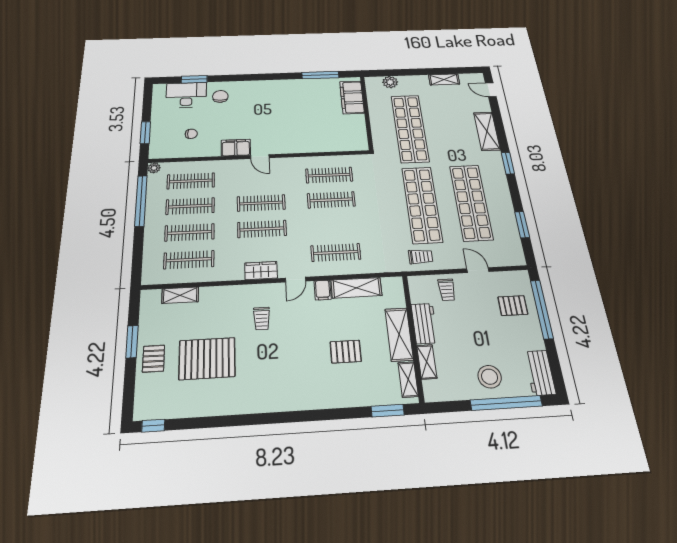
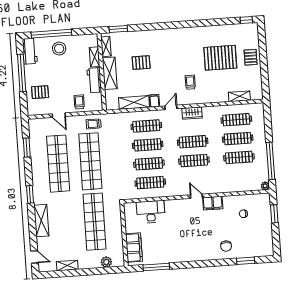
desk: (186, 95) -> (151, 212), moved, turned 180
clothes rail: (191, 181) -> (148, 145), moved
window: (542, 309) -> (22, 73), moved
window: (132, 342) -> (264, 67), removed

